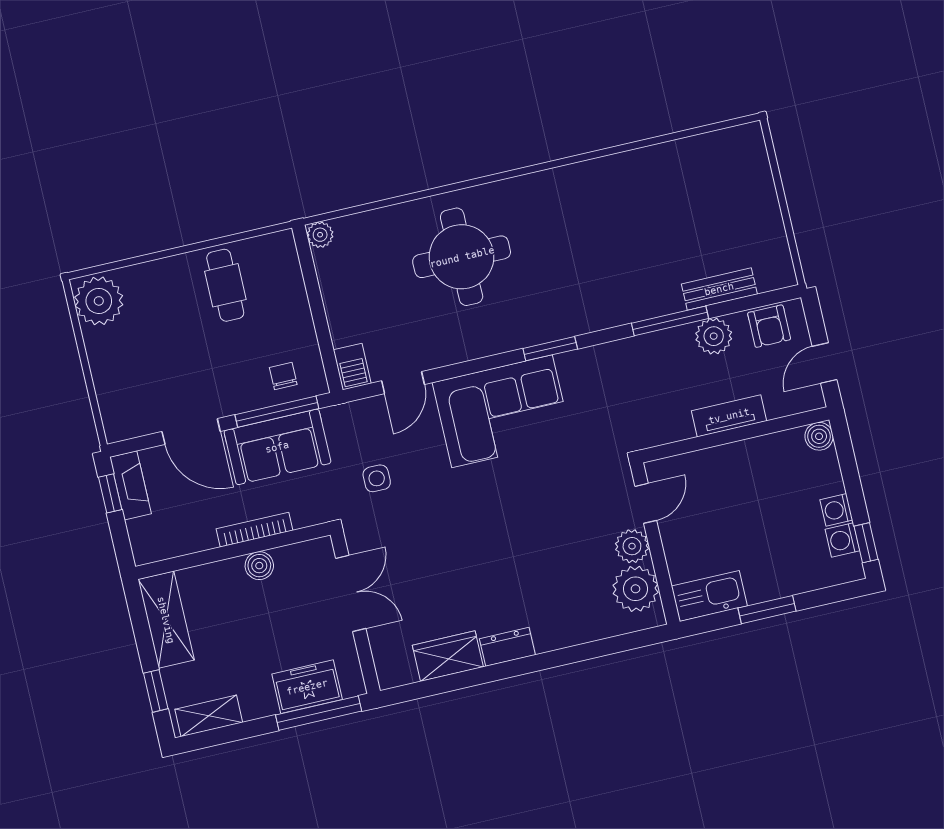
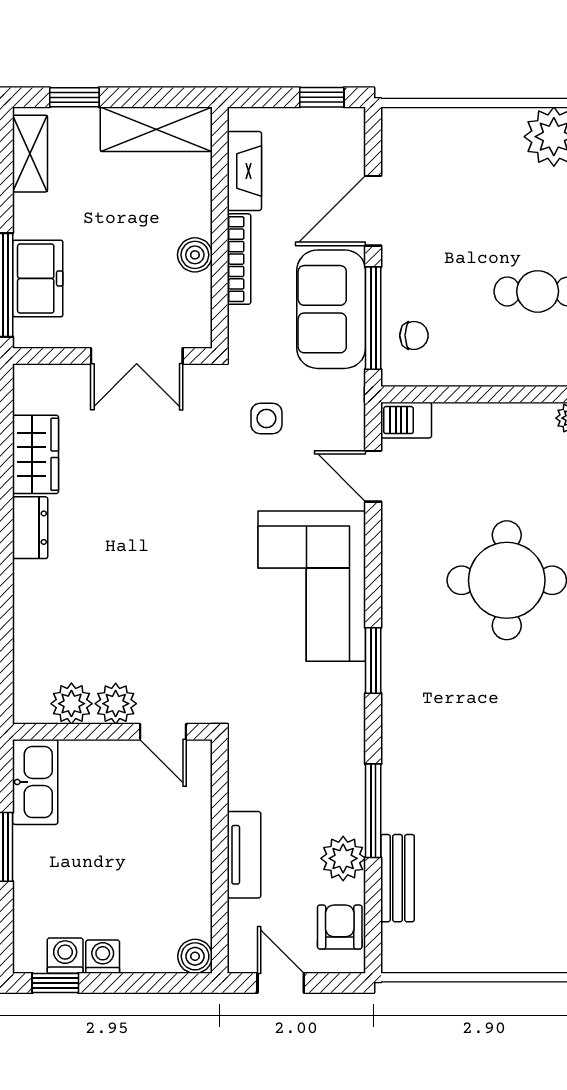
armchair: (769, 326) -> (340, 927), turned 90
fireplace: (131, 485) -> (244, 171), moved, turned -90
plant: (636, 589) -> (71, 704), width x0.73, depth x0.73

